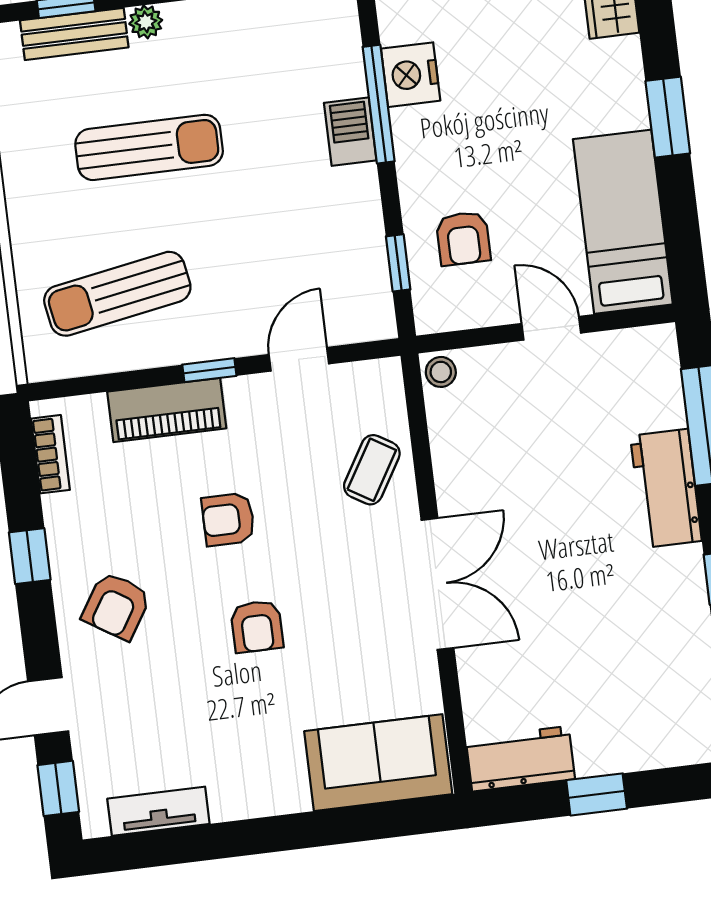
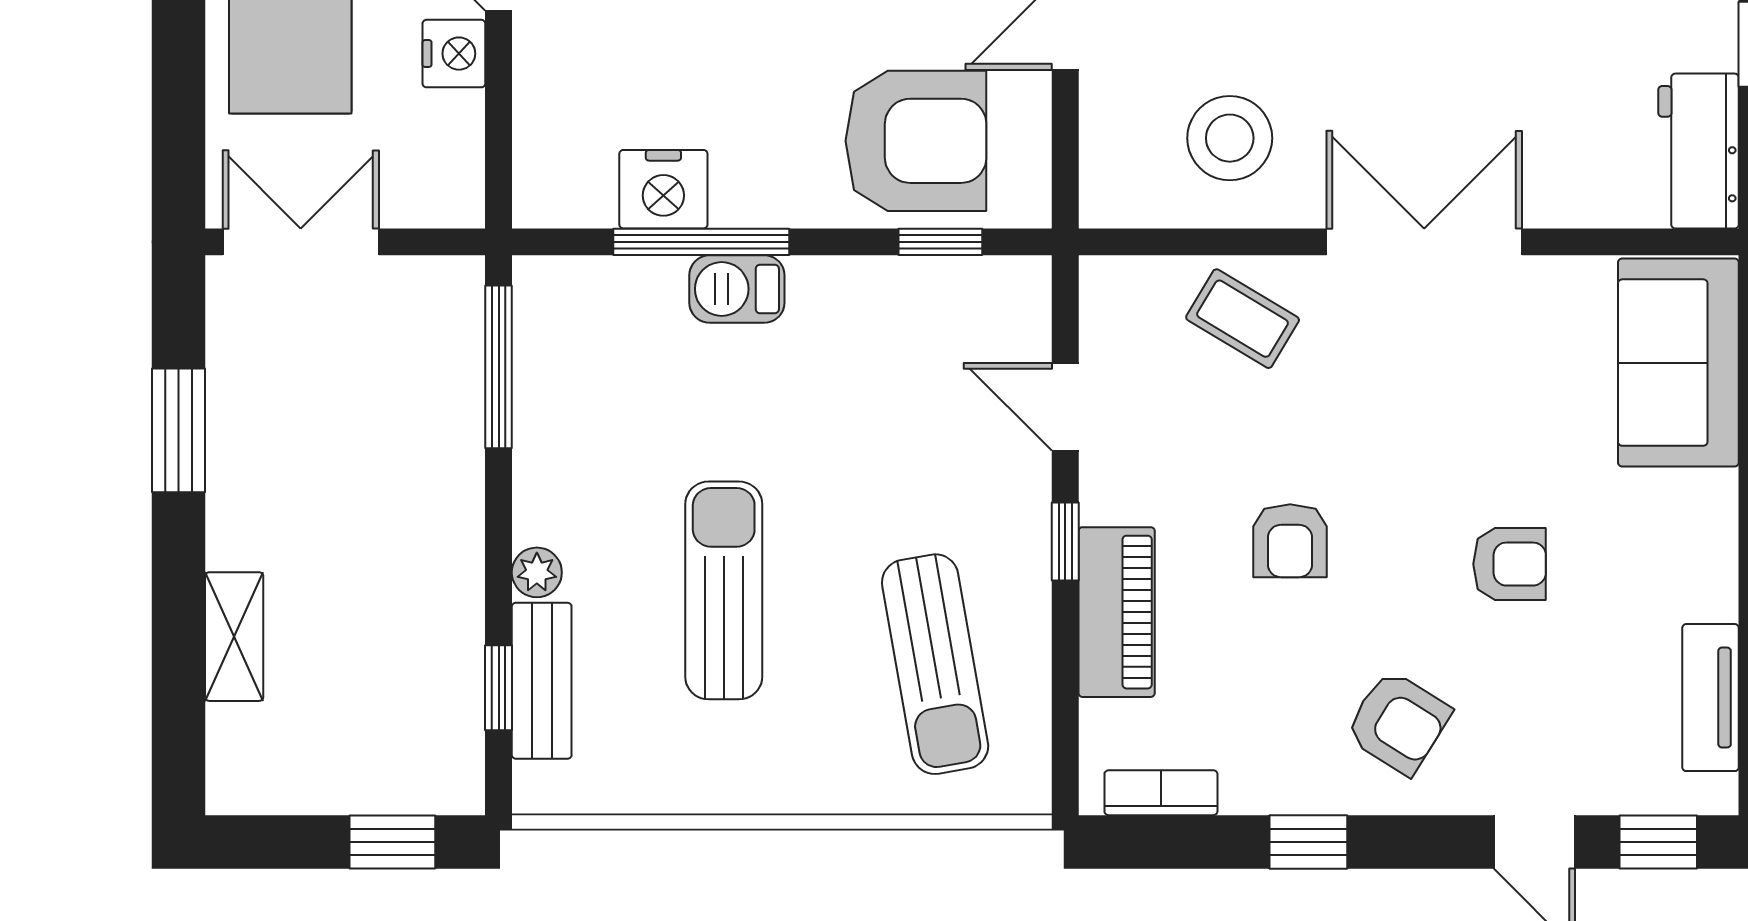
armchair: (463, 238) -> (916, 141), width x1.88, depth x1.88
stool: (441, 372) -> (1230, 138), moved, width x1.89, depth x1.89
armchair: (257, 626) -> (1510, 564), moved

